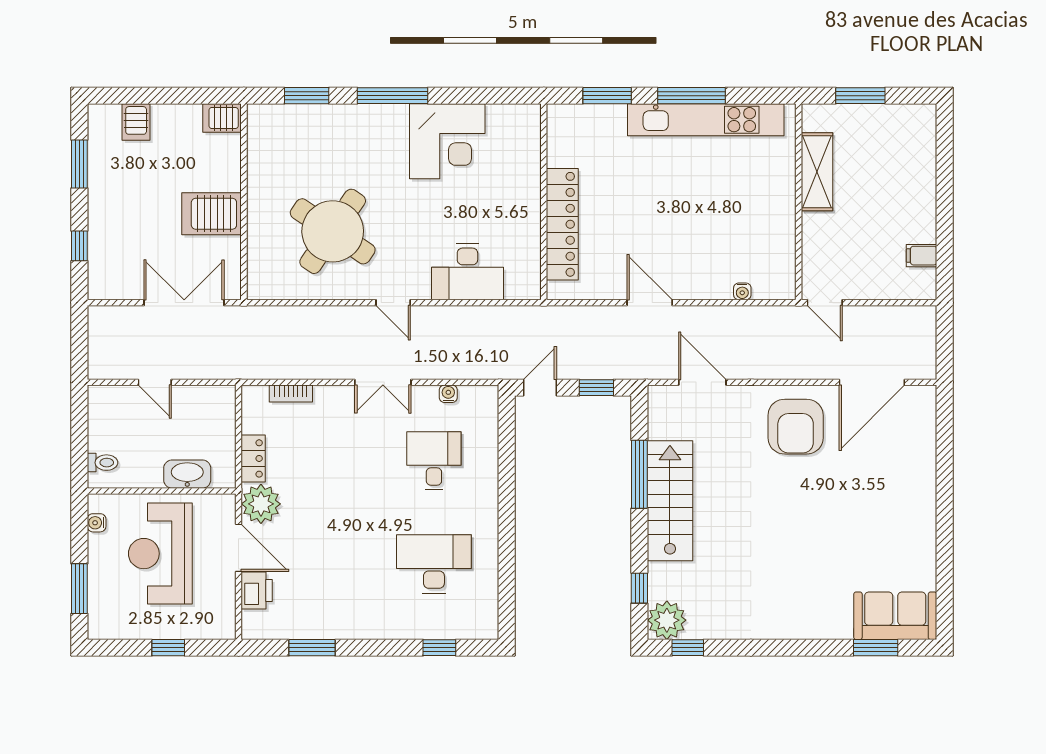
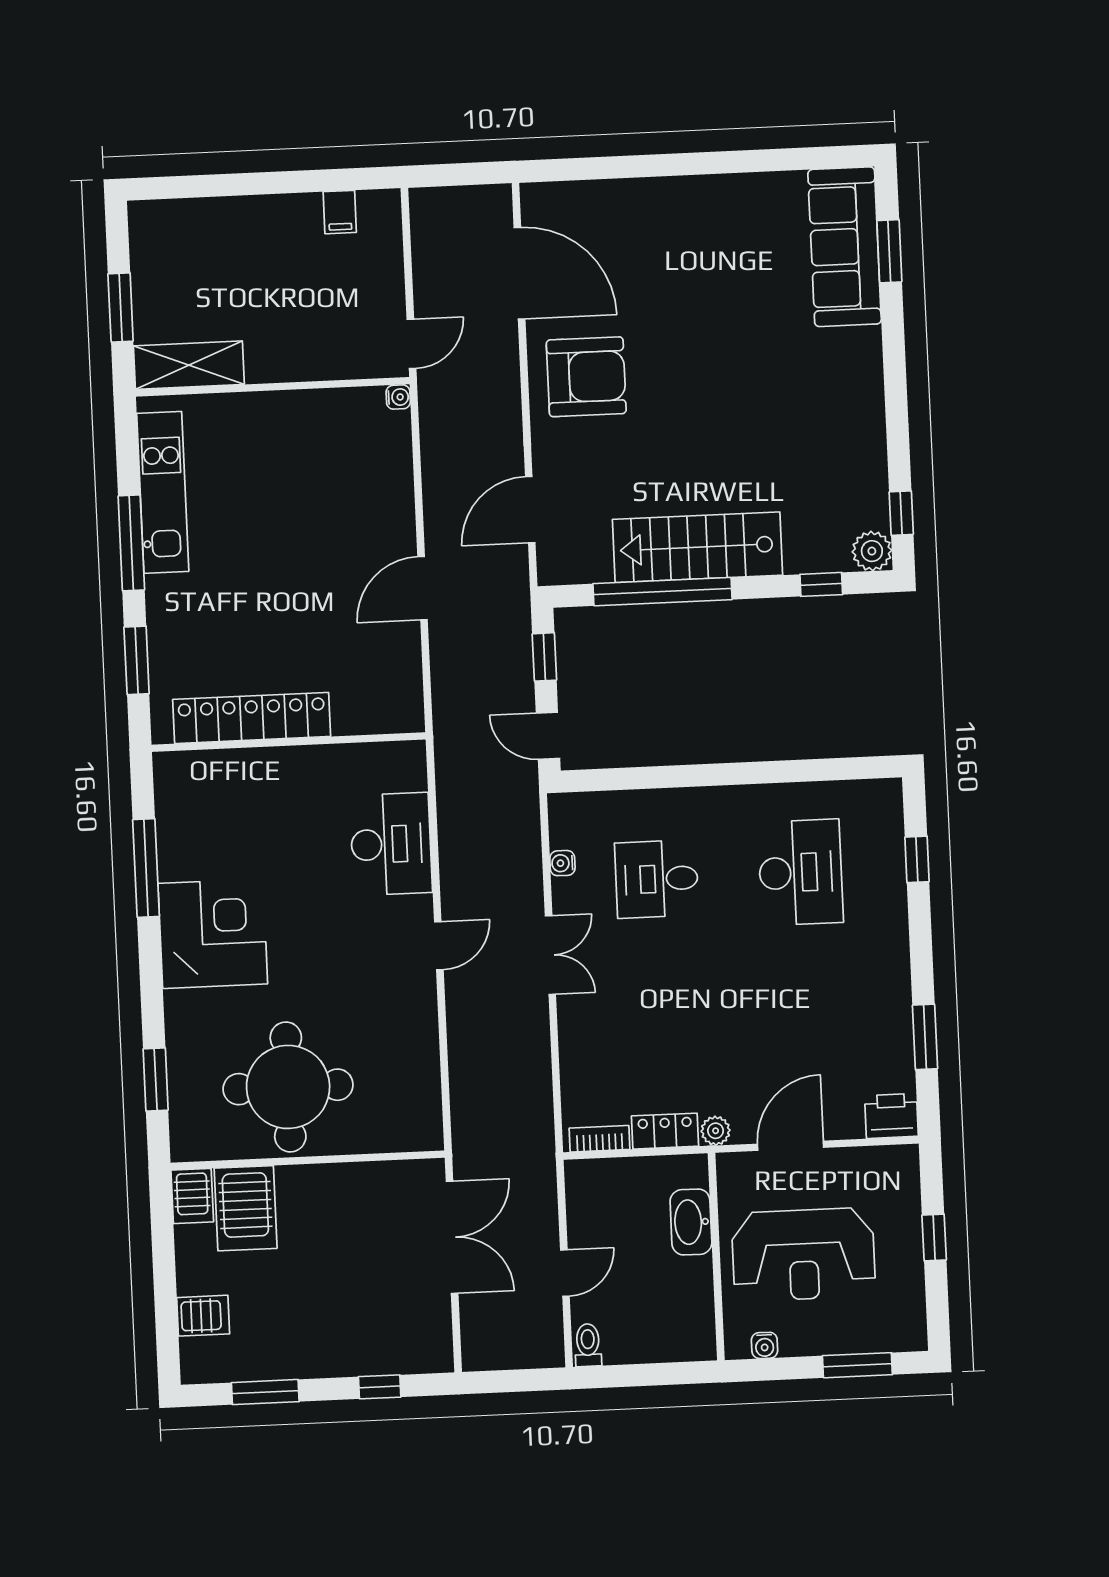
window: (393, 96) -> (146, 868), moved
kitchen unit: (706, 120) -> (163, 492), width x0.73
corner desk: (447, 141) -> (213, 934), moved
shelving: (817, 172) -> (189, 365), moved
server rack: (212, 214) -> (246, 1208), moved
locker: (562, 224) -> (252, 718), moved
round table: (333, 231) -> (288, 1087), moved, turned -34
water cooler: (742, 291) -> (398, 397), moved
double door: (184, 303) -> (452, 1237), swing flipped
bookcase: (291, 393) -> (599, 1139), moved, turned -90
toilet: (102, 463) -> (588, 1345), moved
window: (639, 474) -> (663, 592), width x1.46
plant: (261, 504) -> (716, 1131), width x0.53, depth x0.53
desk: (434, 564) -> (800, 872), turned 180
printer: (257, 591) -> (891, 1116), moved
sofa: (895, 616) -> (845, 247), width x1.36
plant: (667, 620) -> (872, 551), width x0.73, depth x0.73

